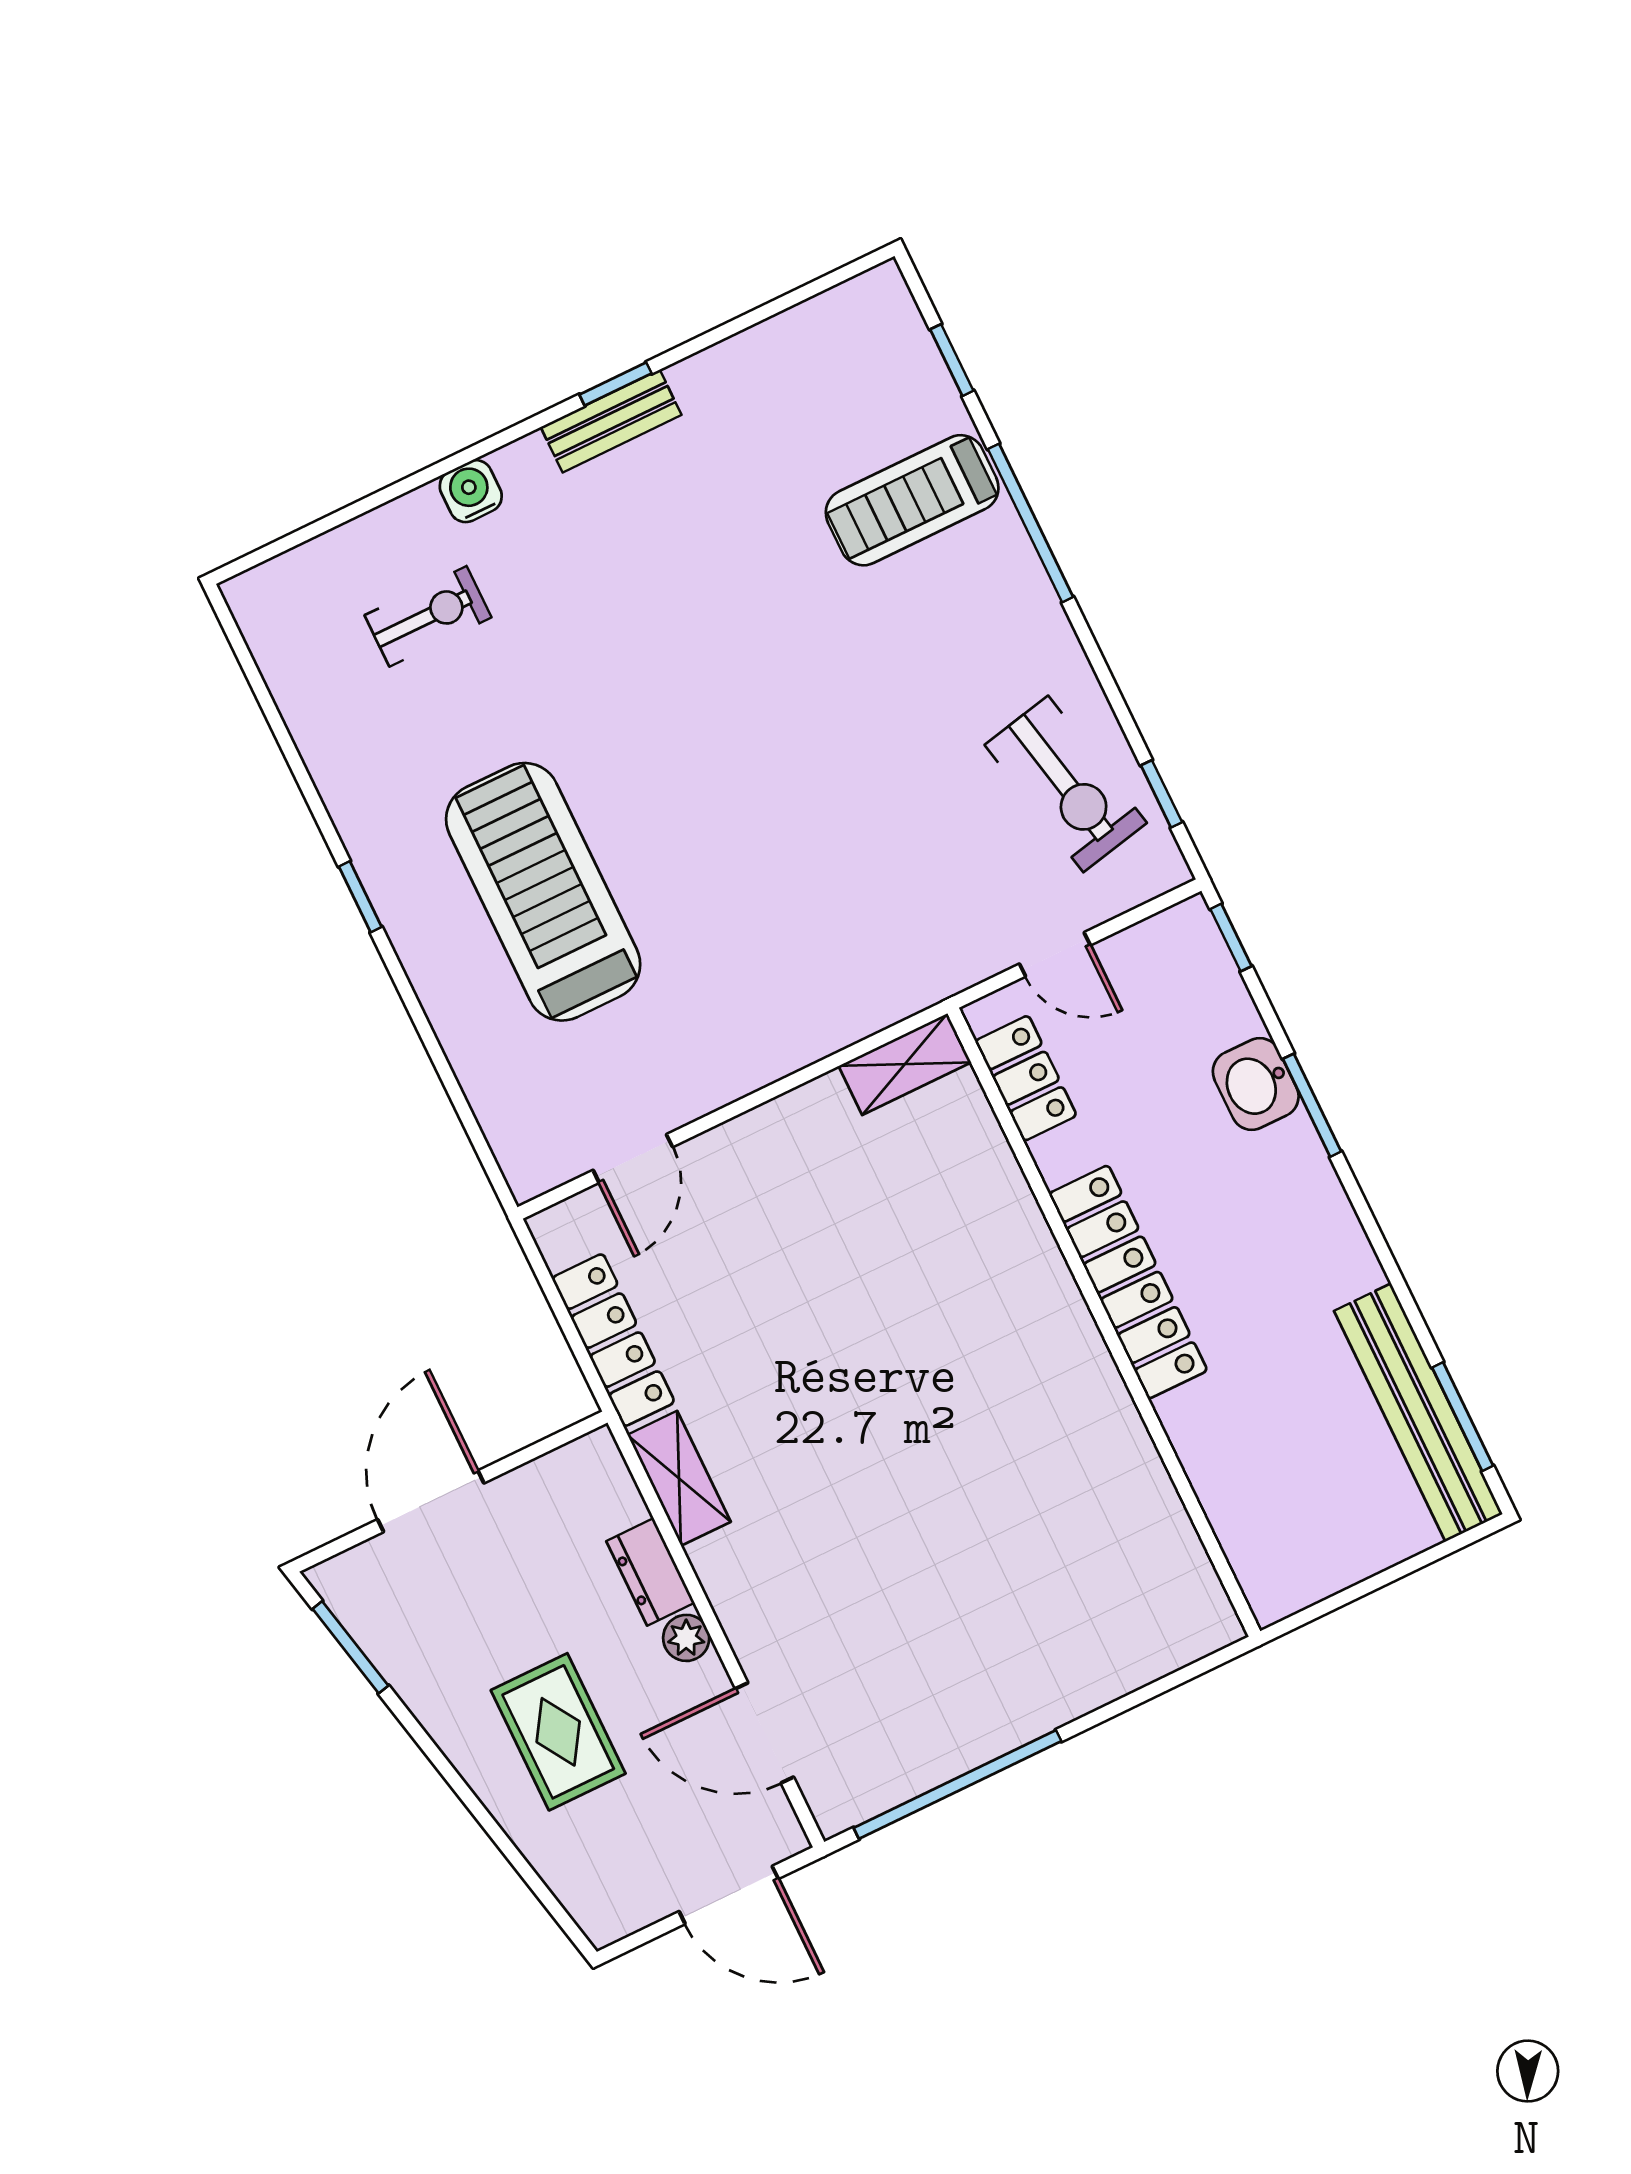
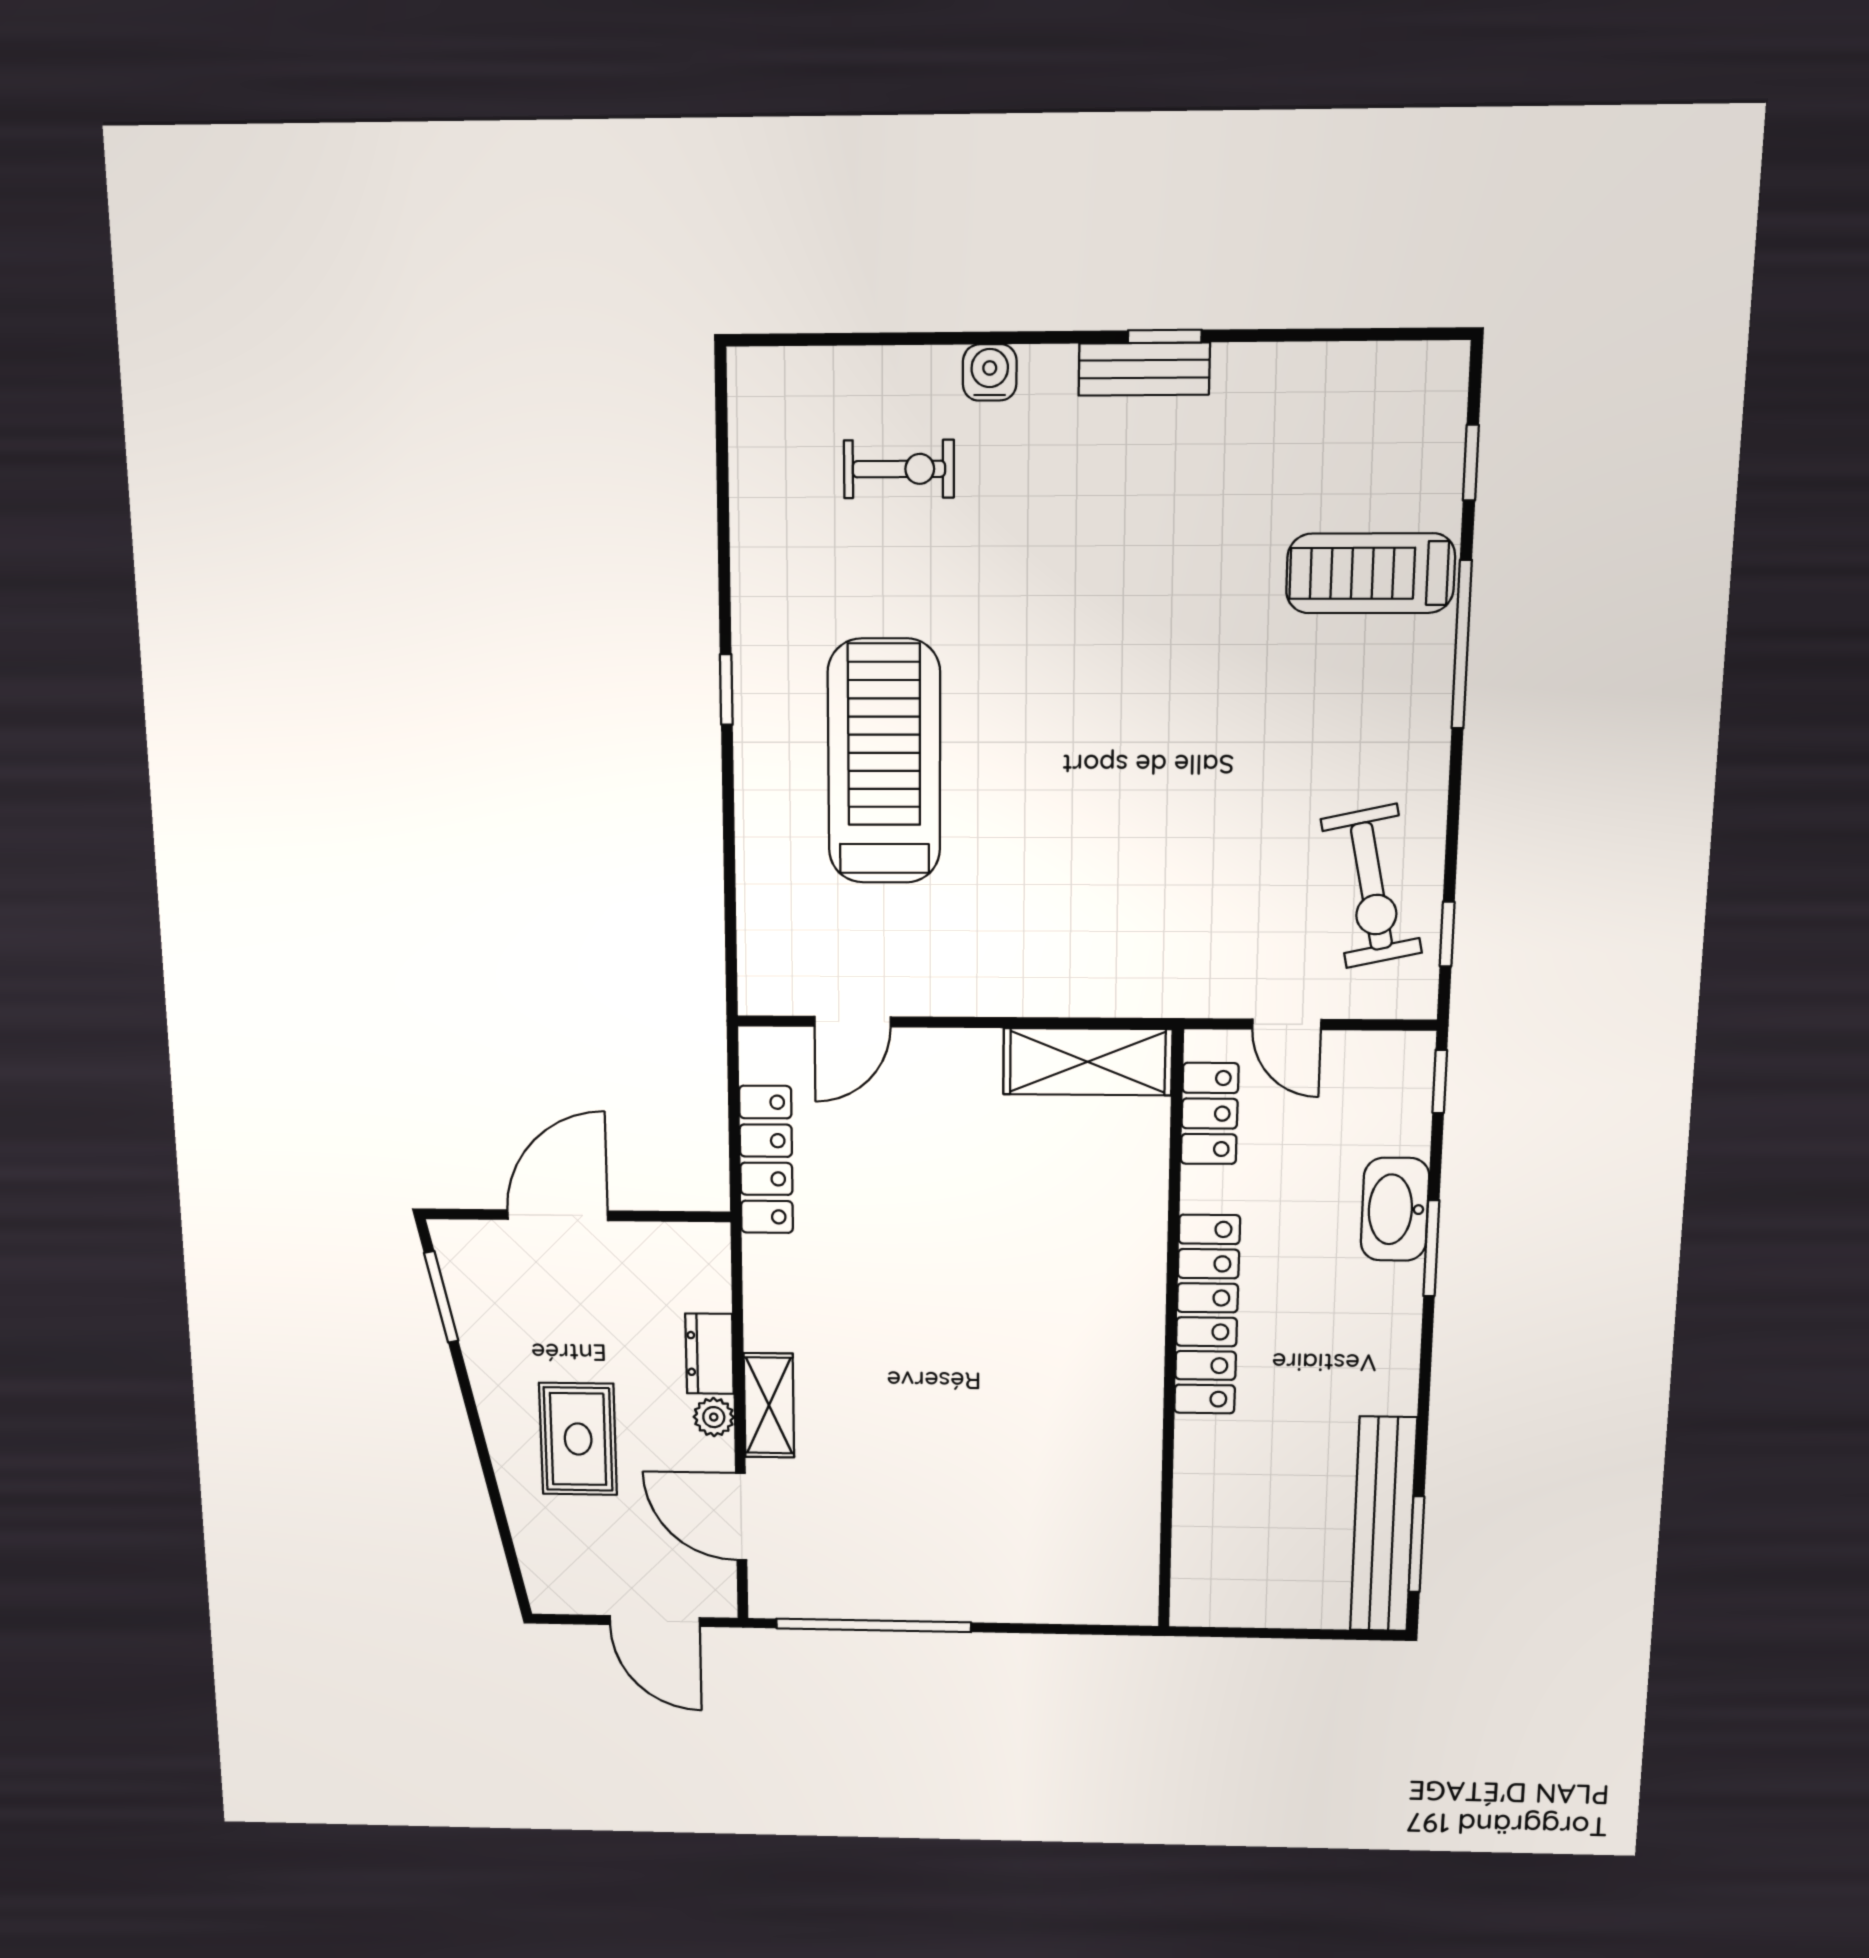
shelving: (905, 1064) -> (1088, 1062), width x1.50, depth x1.33
washbasin: (1256, 1084) -> (1395, 1209), width x1.38
shelving: (679, 1478) -> (769, 1405), moved

